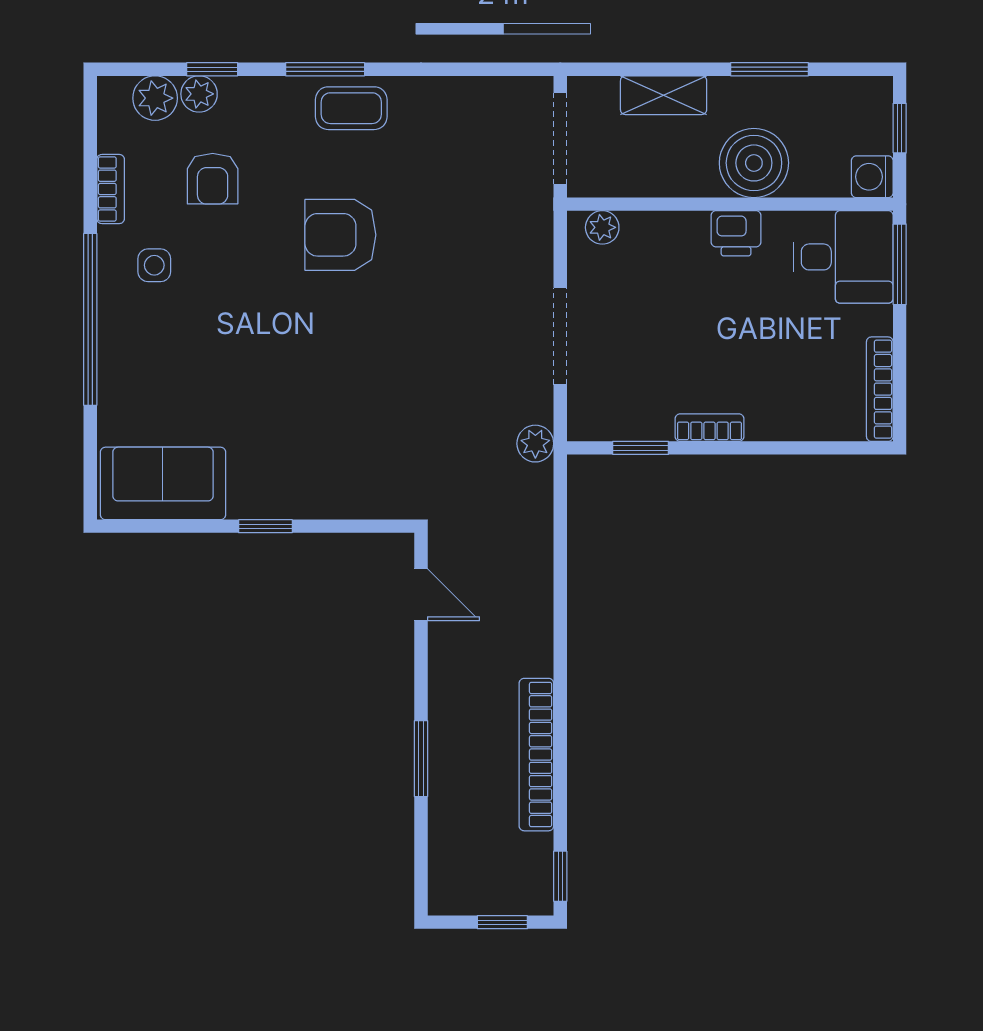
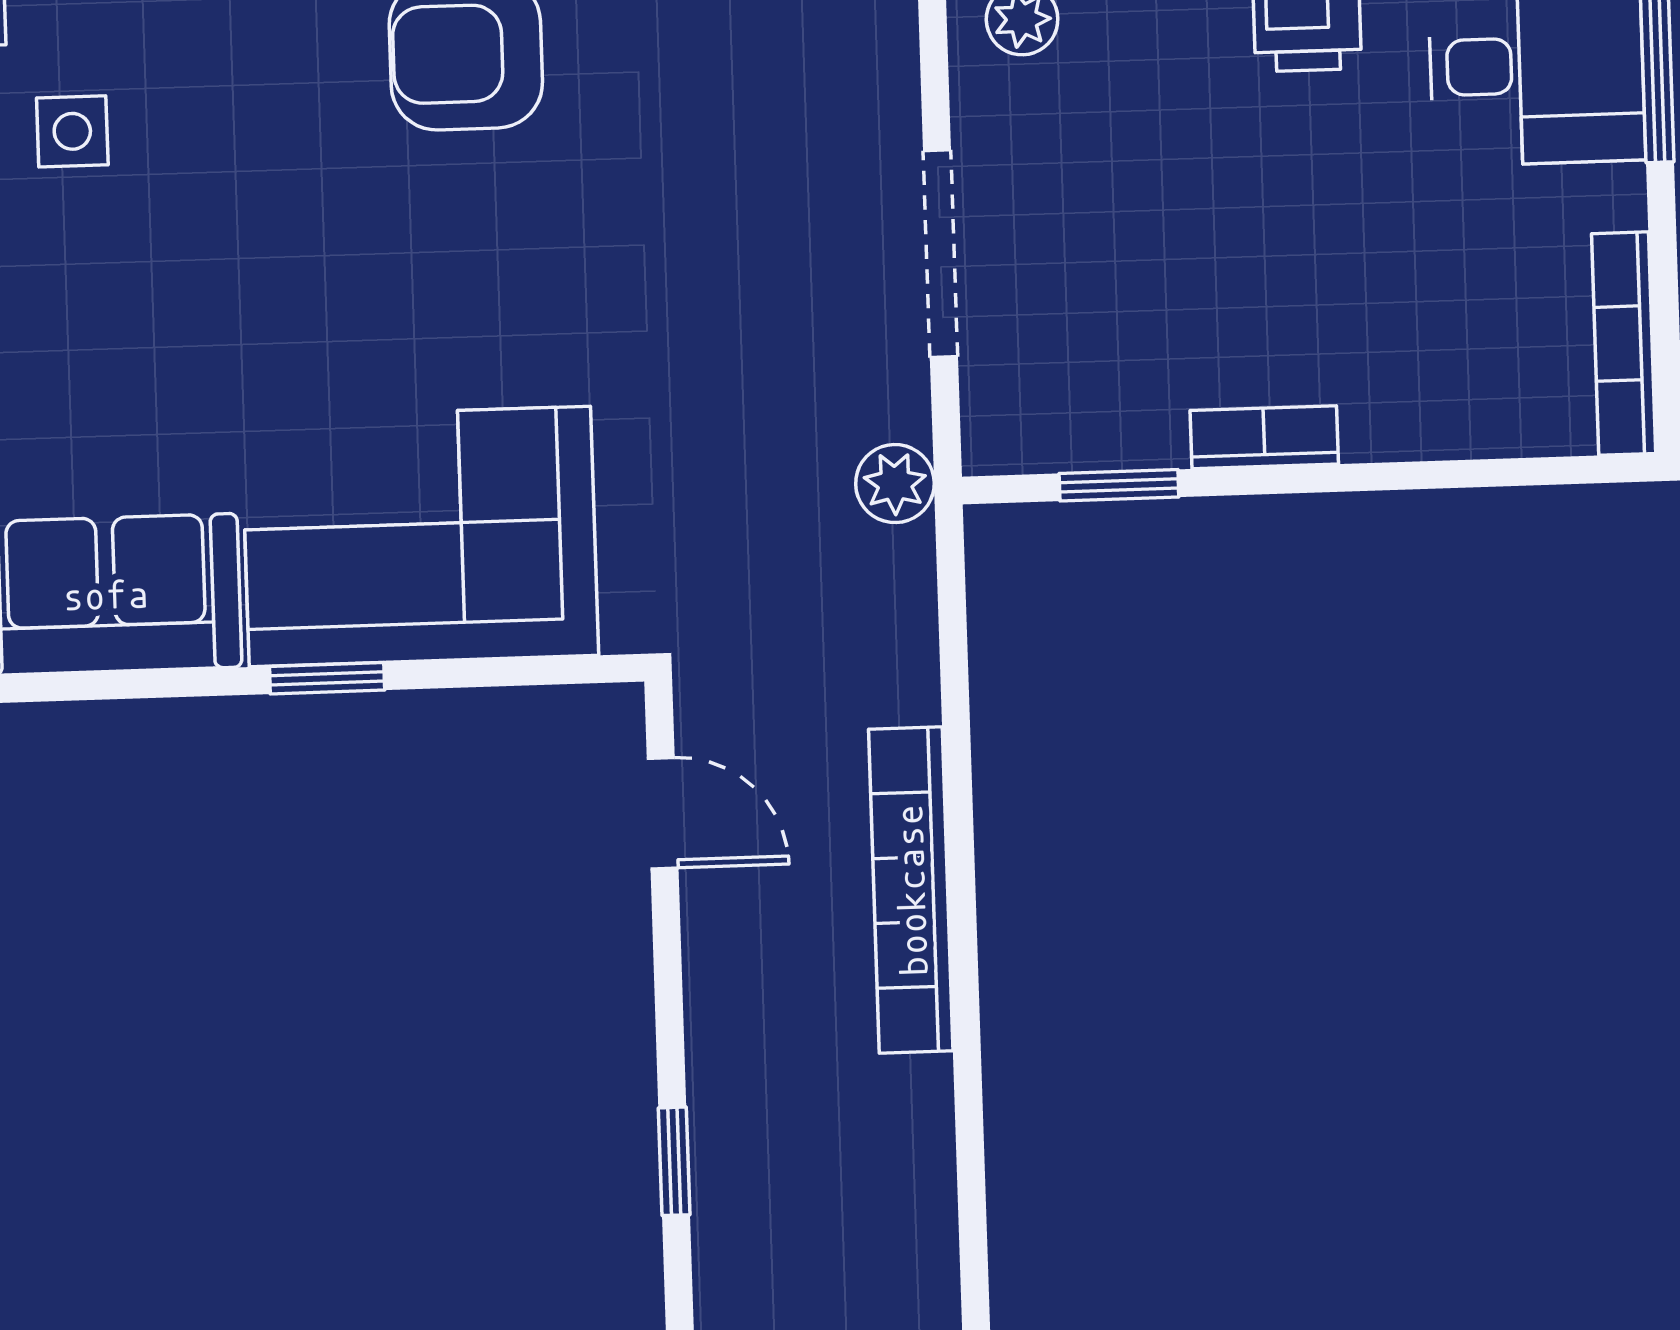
corner sofa: (311, 461) -> (420, 536), added
bookcase: (536, 755) -> (911, 890), moved
window: (421, 759) -> (674, 1161), width x0.67

